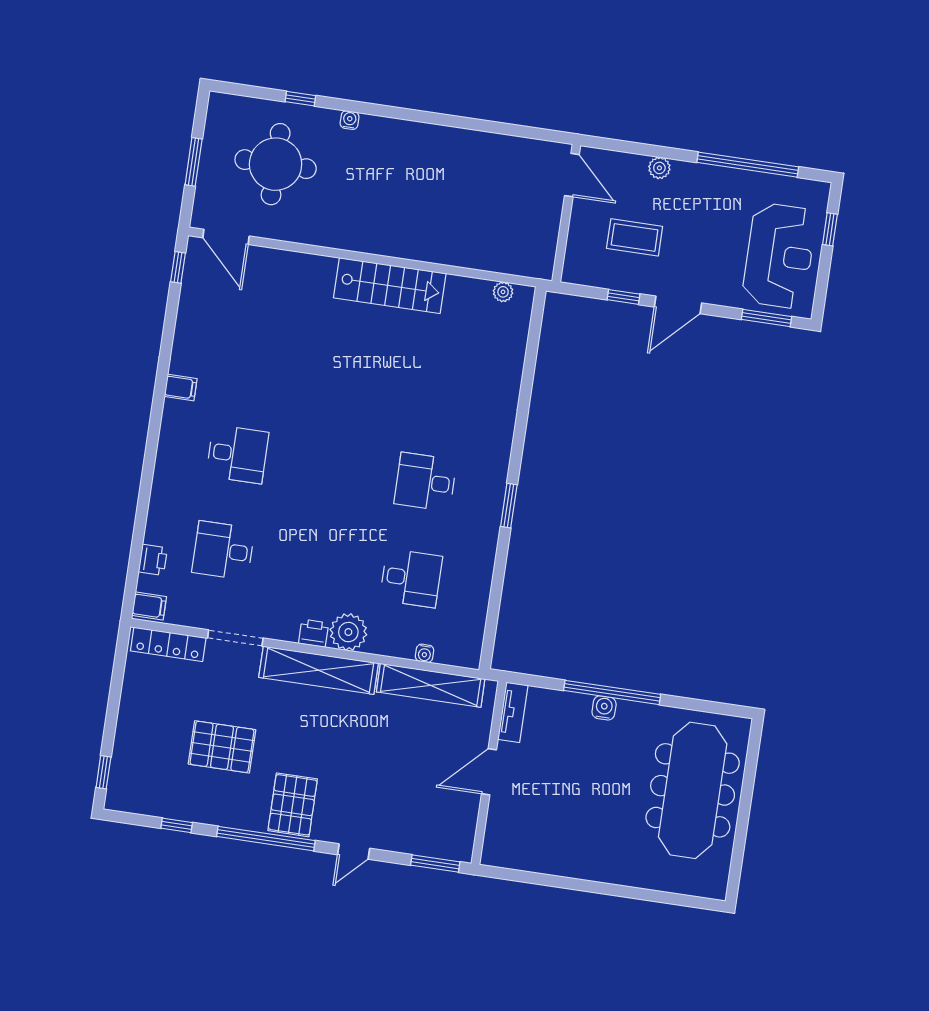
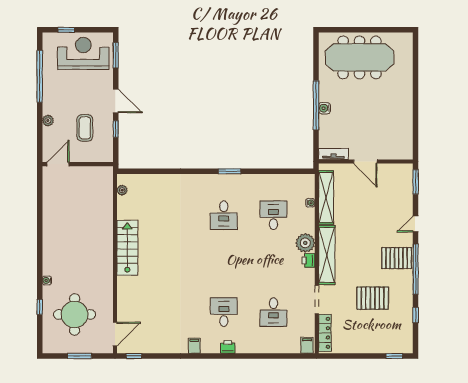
printer: (153, 560) -> (228, 347), moved
pallet: (222, 747) -> (373, 298), turned 90
door: (354, 851) -> (416, 224), swing flipped

